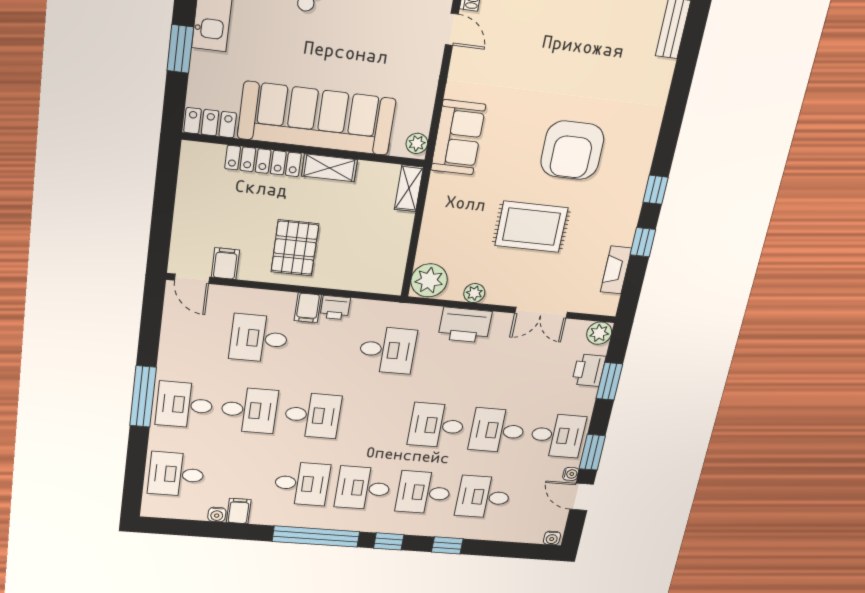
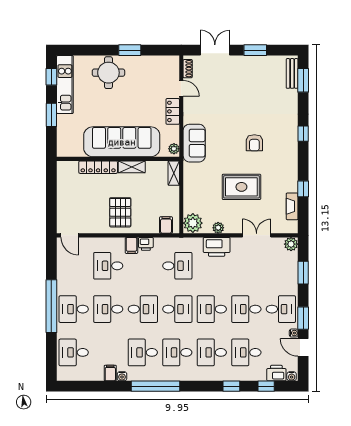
window: (691, 44) -> (303, 80), added
locker: (210, 123) -> (173, 111), moved, turned -90
armchair: (572, 150) -> (254, 143), width x0.53, depth x0.53
window: (656, 190) -> (303, 134), moved
filing cabinet: (225, 264) -> (166, 225), moved
double door: (541, 313) -> (257, 235), swing flipped
printer: (589, 370) -> (276, 373), moved, turned 90
window: (143, 397) -> (51, 306), width x1.46
desk: (249, 410) -> (108, 309), turned 180
desk: (375, 420) -> (177, 309), added
desk: (302, 484) -> (143, 352), turned 180
water cooler: (217, 514) -> (122, 376), moved
window: (389, 541) -> (266, 386), moved

